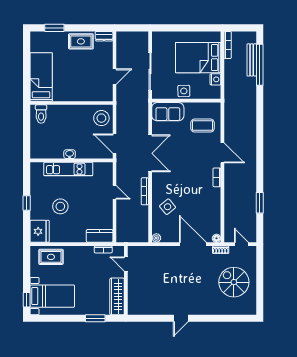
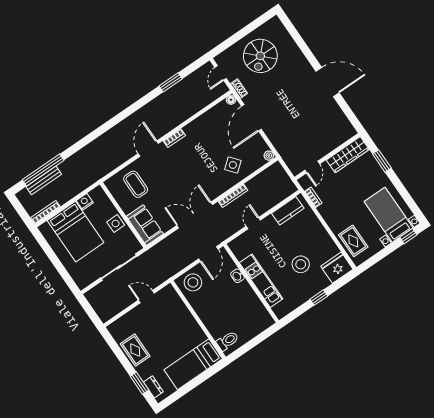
dresser: (104, 36) -> (153, 387), moved
washbasin: (70, 154) -> (237, 276), moved
kitchen counter: (100, 236) -> (288, 211), moved, turned -90
door: (181, 318) -> (328, 82), width x1.88

